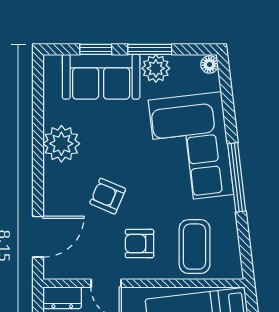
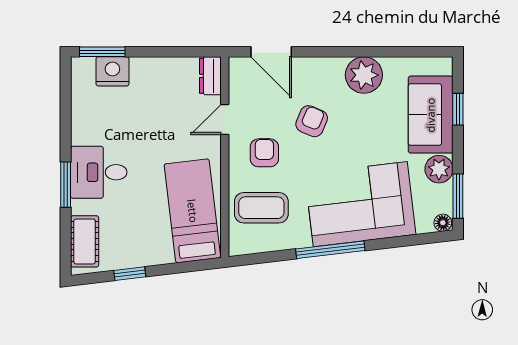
window: (150, 49) -> (458, 196), moved

